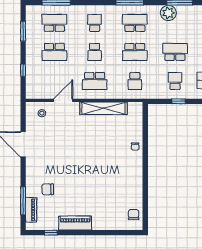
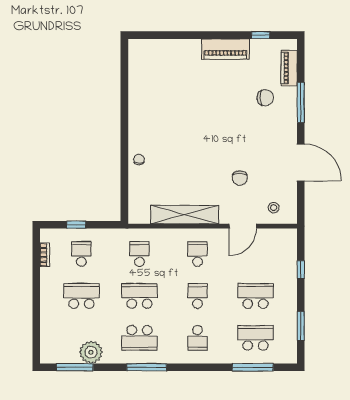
school desk: (54, 23) -> (255, 338), turned 180
school desk: (175, 52) -> (81, 296), turned 180
school desk: (95, 81) -> (197, 254), width x0.54
school desk: (175, 81) -> (81, 254), turned 180
window: (23, 201) -> (301, 102), moved
chair: (134, 215) -> (240, 178), moved

